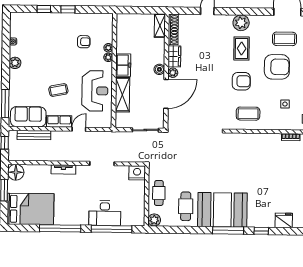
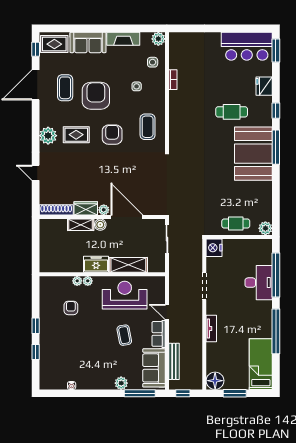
shelving: (160, 26) -> (81, 225), moved
plant: (15, 63) -> (121, 383), moved
cafe table: (186, 206) -> (232, 112), moved
bed: (30, 209) -> (261, 364), width x0.67

